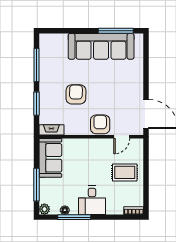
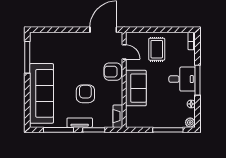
sofa: (101, 46) -> (41, 93), moved
tv unit: (44, 88) -> (80, 123), added
armchair: (76, 94) -> (85, 94), turned 89
sofa: (50, 158) -> (136, 88), moved, turned 90
window: (74, 217) -> (198, 80), moved

